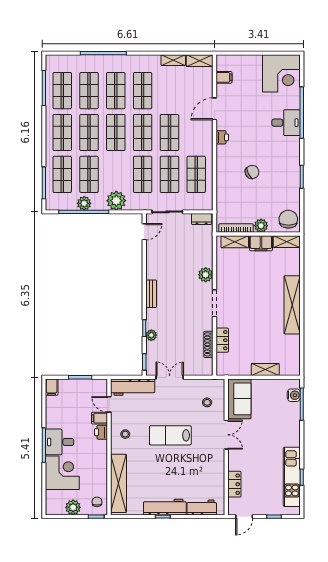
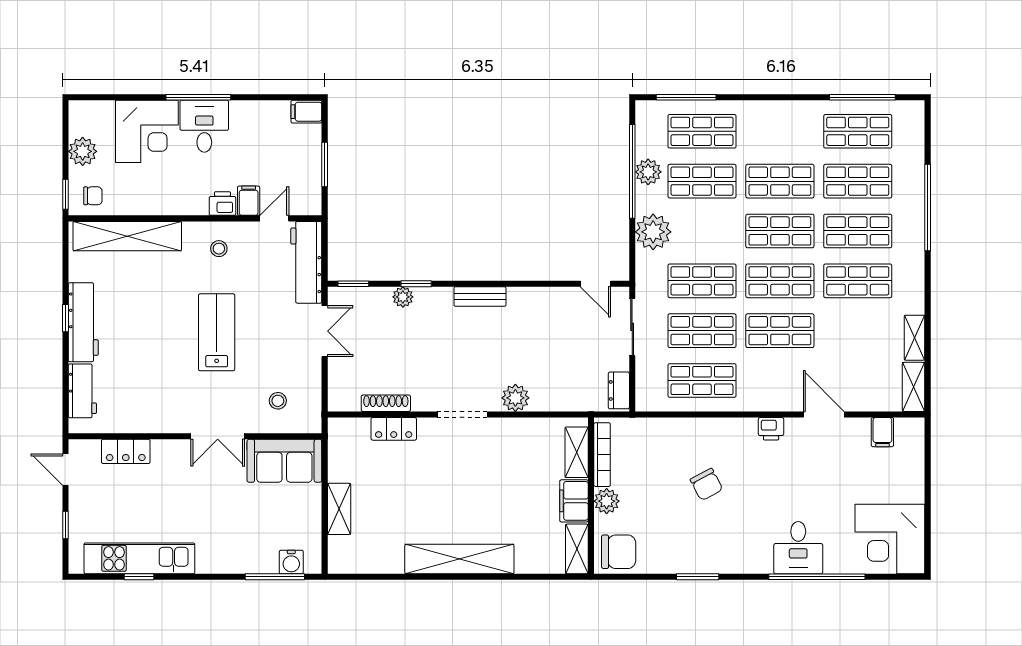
shop shelf: (62, 133) -> (780, 131), removed

